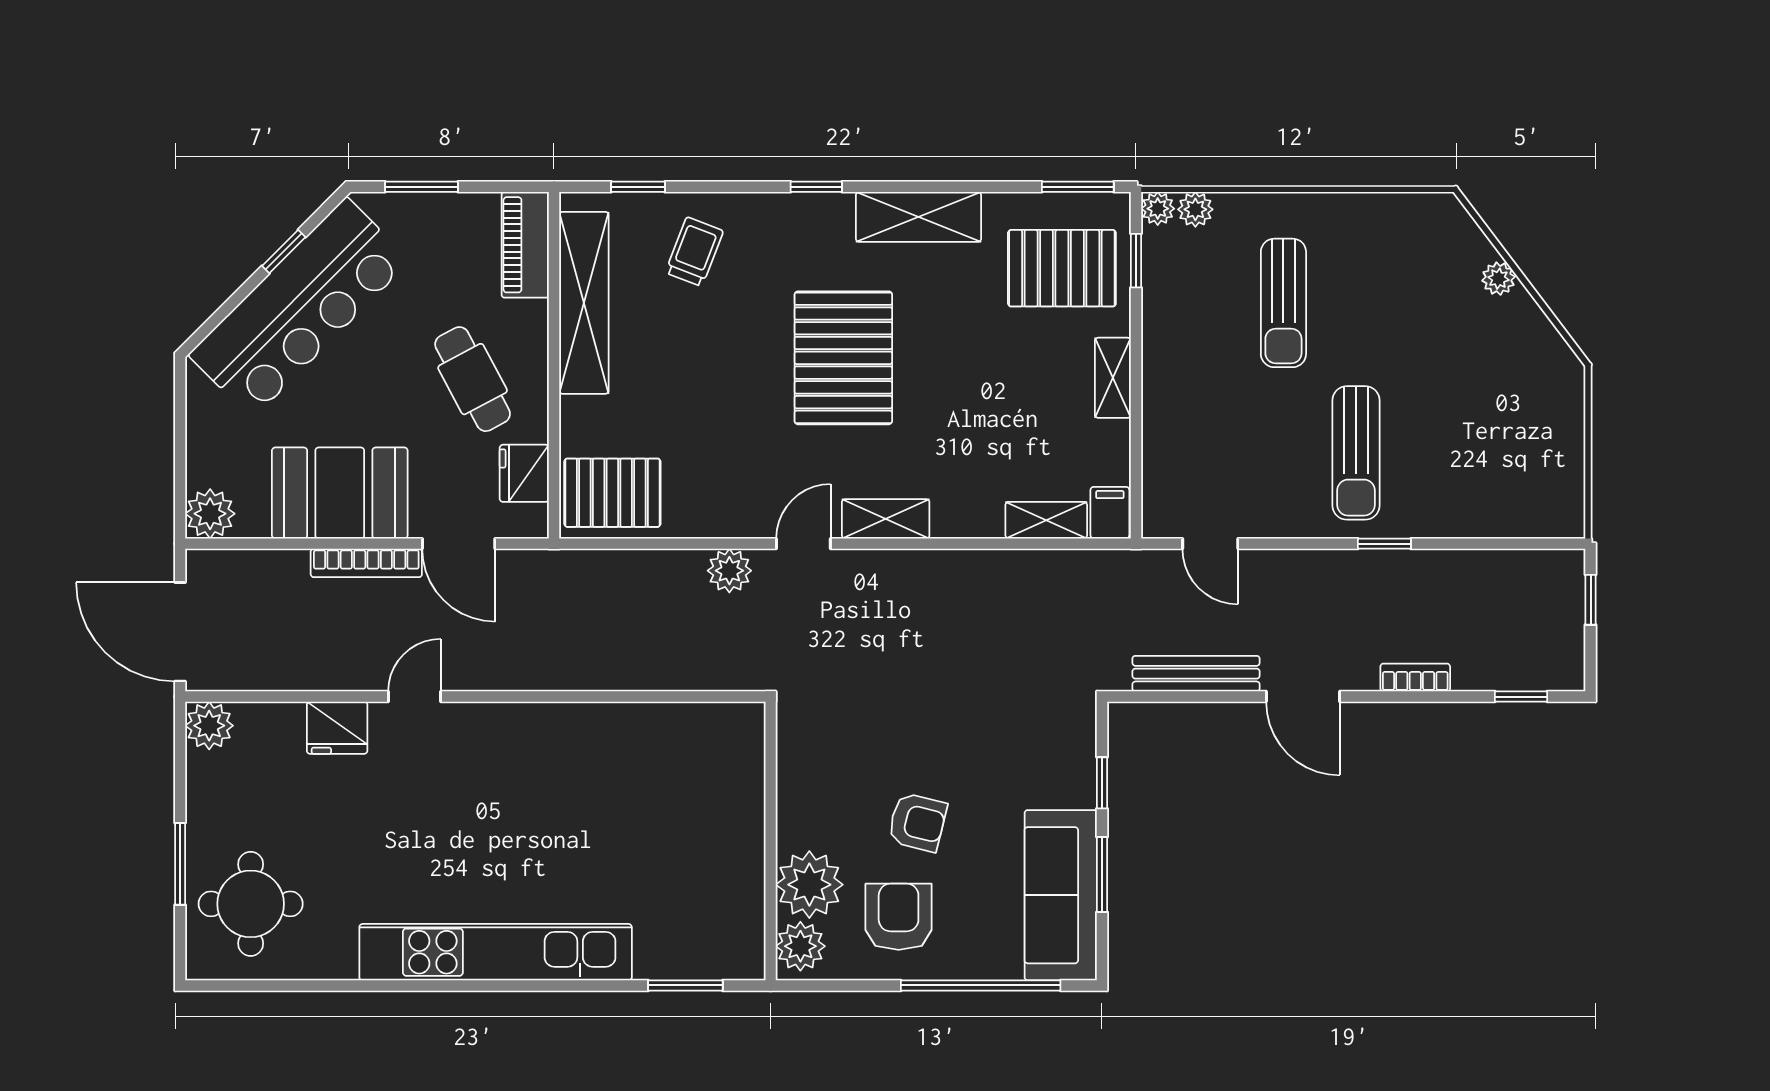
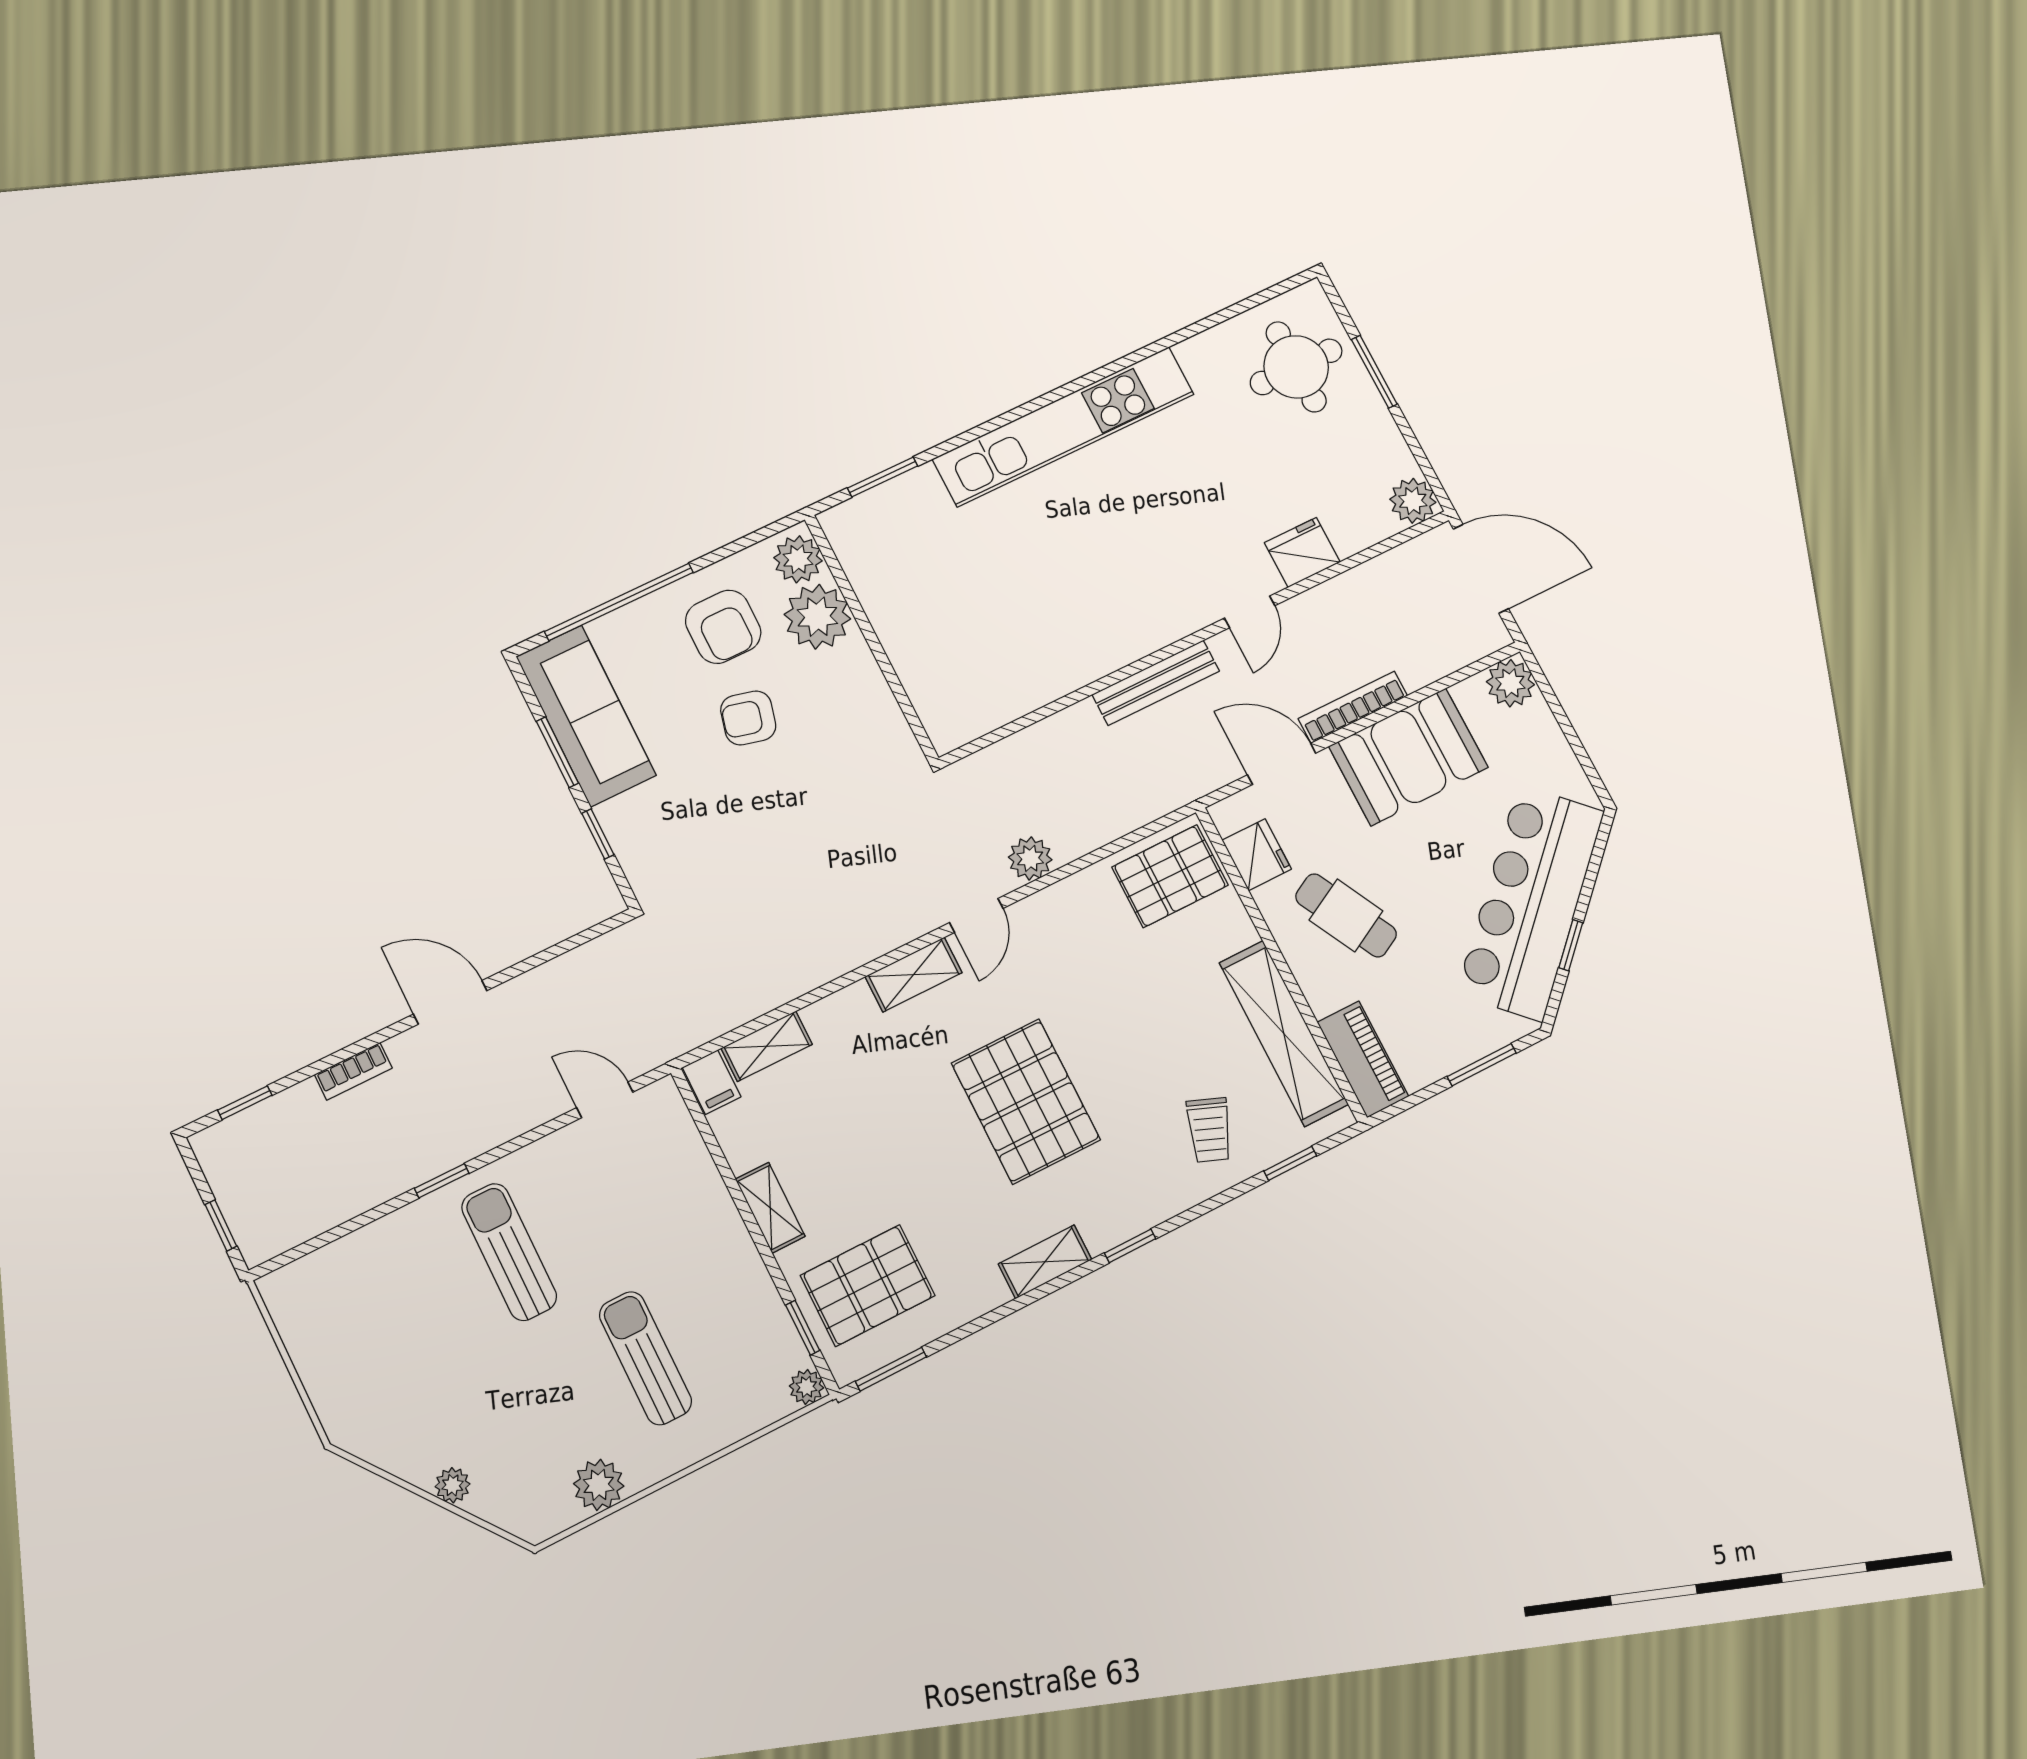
plant: (1195, 209) -> (599, 1485), moved, width x1.38, depth x1.38
shelving: (919, 217) -> (1045, 1262), width x0.67, depth x0.75
bench: (1196, 674) -> (1156, 683), moved

